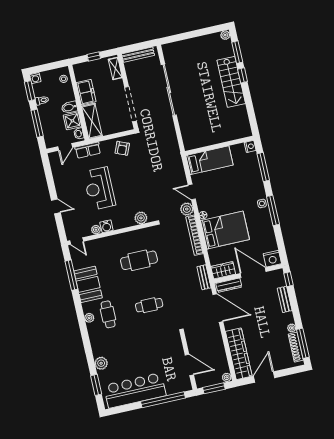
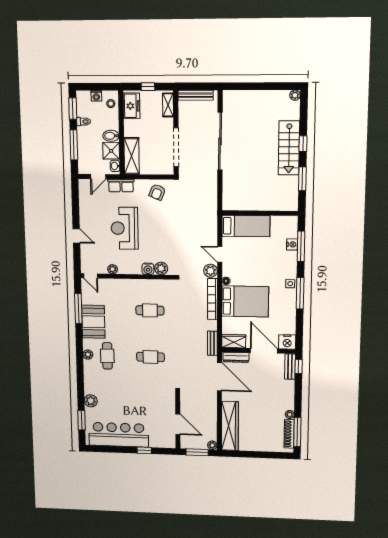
window: (237, 52) -> (302, 179), moved
washing machine: (35, 78) -> (96, 96), moved
freezer: (86, 92) -> (131, 106), moved
nightstand: (250, 146) -> (292, 244), moved
water cooler: (106, 226) -> (148, 269), moved
cafe table: (139, 260) -> (150, 310), width x0.73, depth x0.74
bench: (285, 299) -> (290, 367), moved
door: (264, 377) -> (250, 454), removed
window: (163, 400) -> (144, 450), width x0.32

